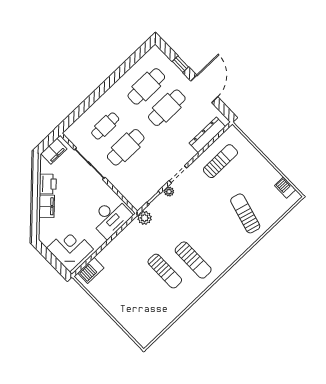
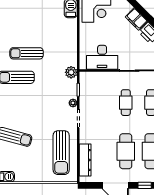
cafe table: (126, 147) -> (126, 103), width x0.73, depth x0.74
sun lounger: (220, 161) -> (61, 153), width x1.36, depth x1.34
desk: (111, 217) -> (102, 57), moved, turned -90

